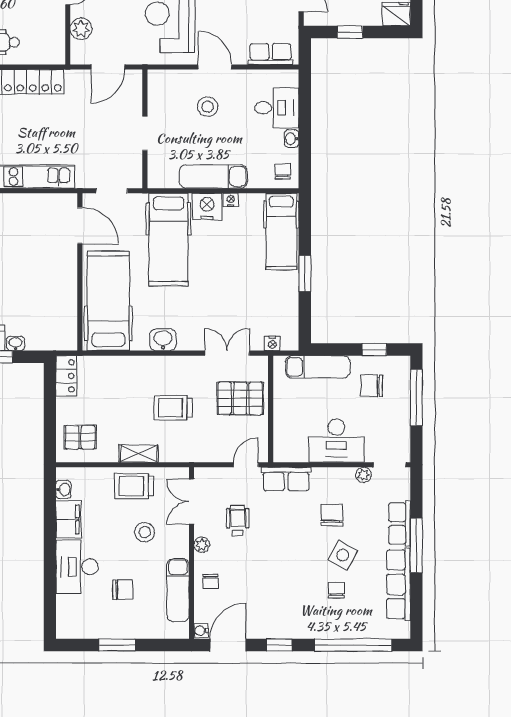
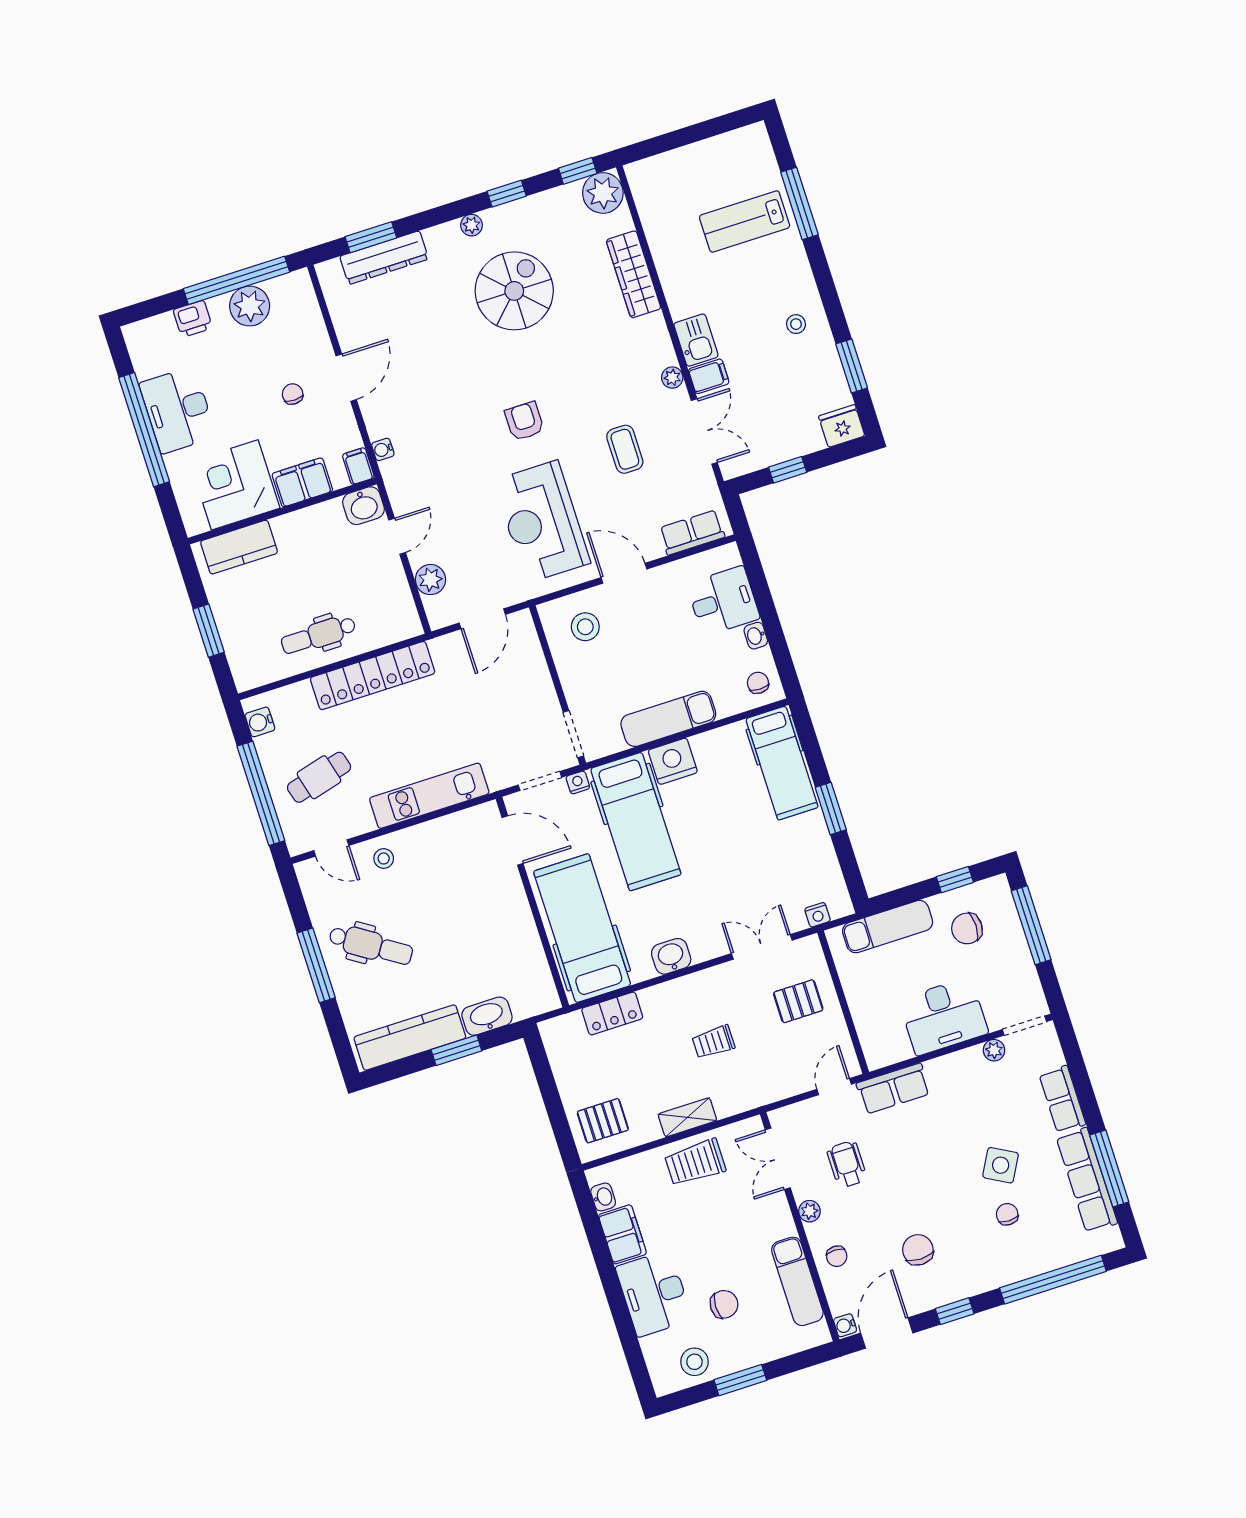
stool: (208, 107) -> (585, 627), moved
doorway: (145, 133) -> (573, 734), moved
nightstand: (231, 200) -> (578, 782), moved
washbasin: (15, 343) -> (487, 1016), width x1.91, depth x1.45
locker: (66, 376) -> (612, 1013), moved, turned 90
pallet: (240, 398) -> (798, 1001), width x0.67, depth x0.71
trolley: (173, 408) -> (713, 1042), width x0.73, depth x0.72
chair: (332, 515) -> (918, 1250), moved
stool: (145, 532) -> (694, 1362), moved
window: (416, 546) -> (1109, 1169), moved

